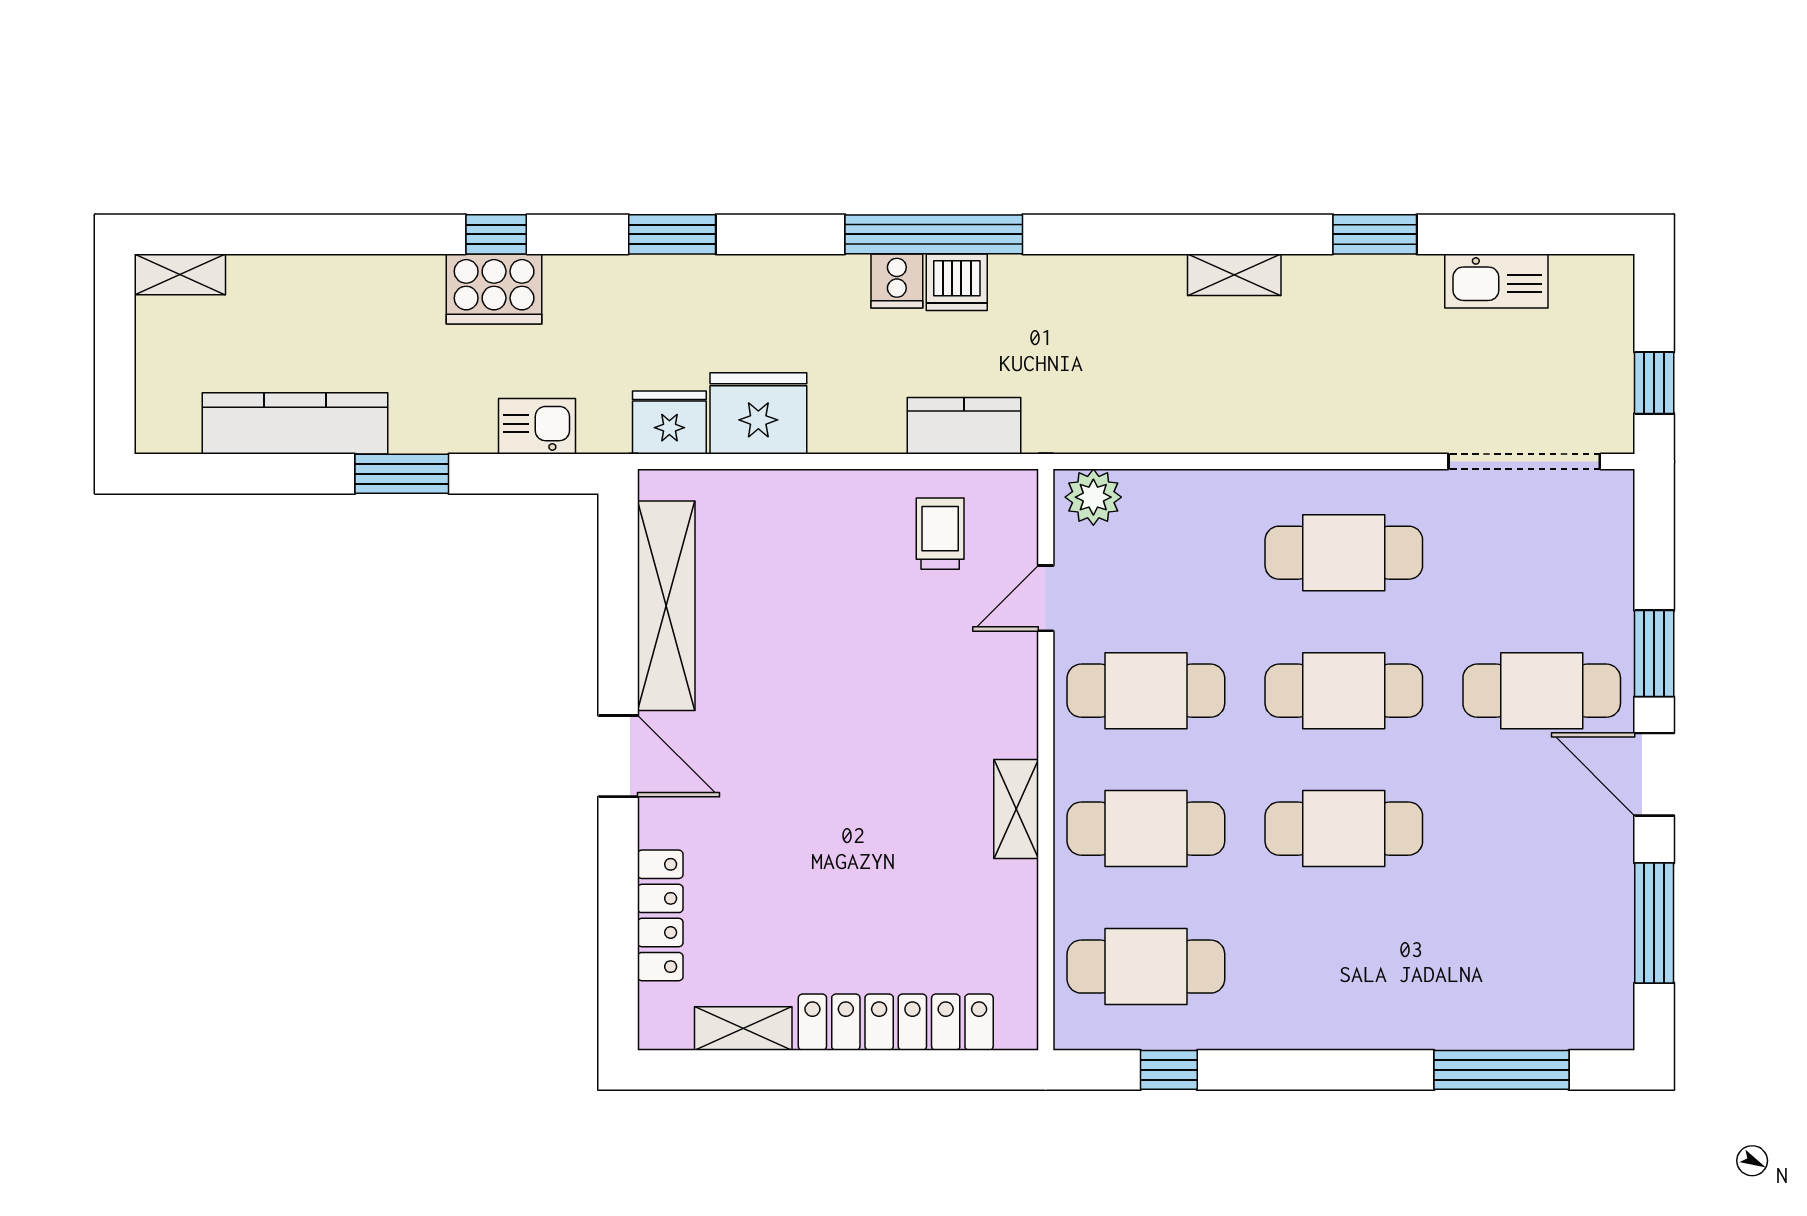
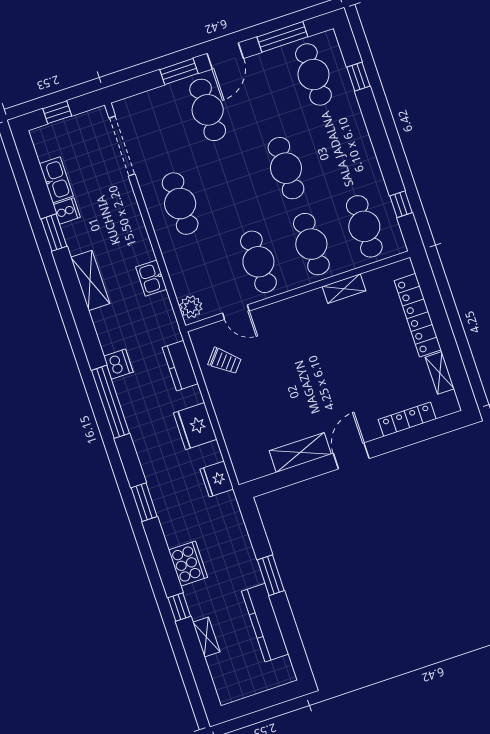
window: (496, 234) -> (179, 607), moved
shelving: (180, 274) -> (206, 637), moved
shelving: (1234, 275) -> (90, 280), width x1.50, depth x1.33
cooker: (897, 281) -> (67, 211), moved
dishwasher: (957, 282) -> (118, 364), moved
window: (1654, 383) -> (57, 112), moved
fridge: (758, 413) -> (195, 426), moved
kitchen sink: (537, 426) -> (151, 278), moved
trolley: (940, 534) -> (225, 361), turned -140
shelving: (666, 606) -> (300, 452), width x0.68
cafe table: (1344, 691) -> (313, 74), moved
shelving: (1016, 809) -> (344, 289), moved
window: (1501, 1070) -> (358, 77), width x0.46

